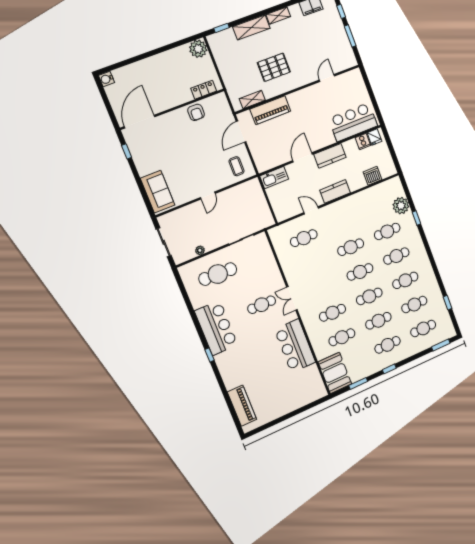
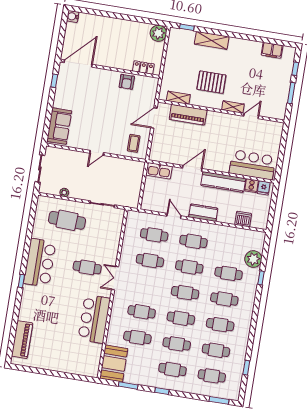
shelving: (278, 16) -> (233, 107), moved
kitchen counter: (330, 156) -> (223, 182), width x1.50
cafe table: (341, 222) -> (193, 241), added
cafe table: (313, 263) -> (150, 261), added

